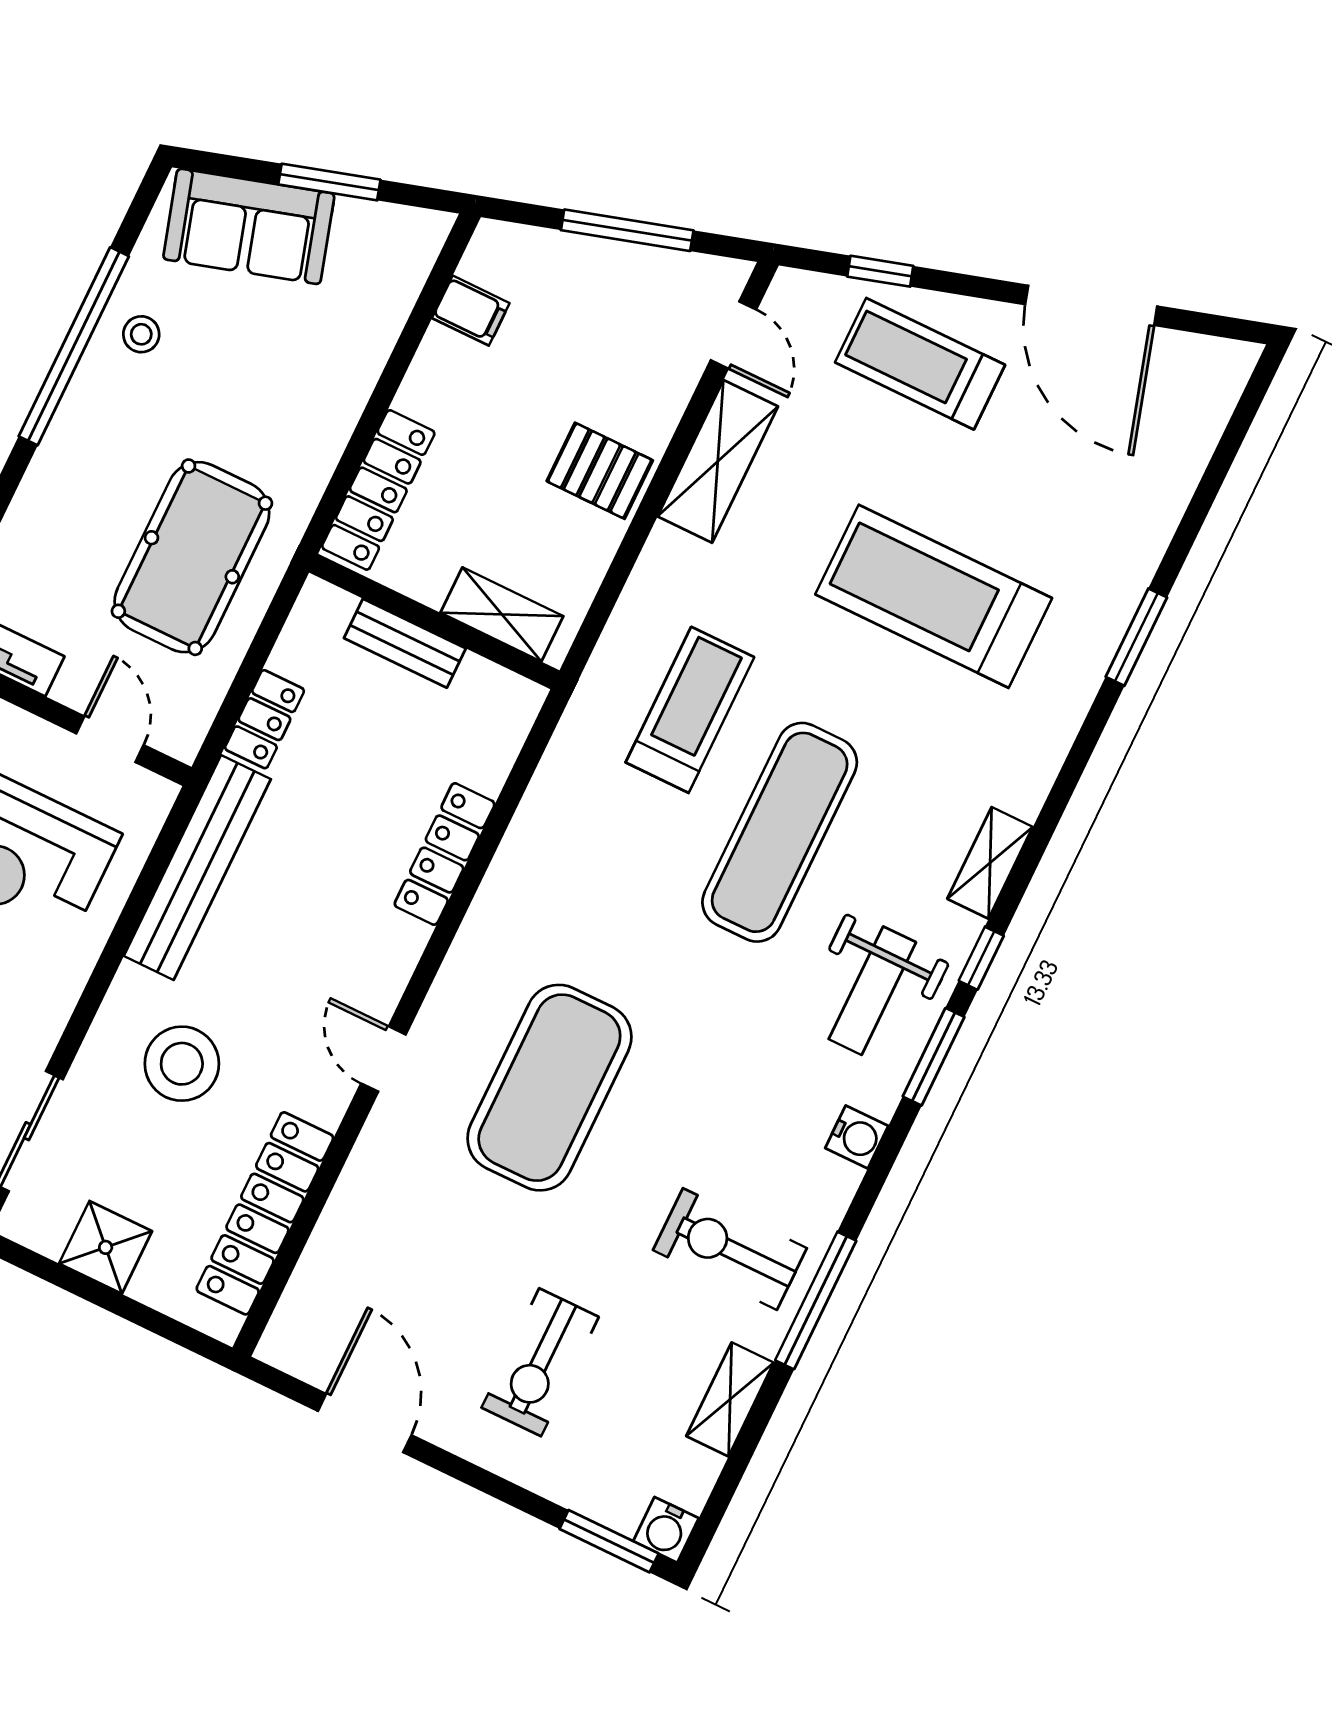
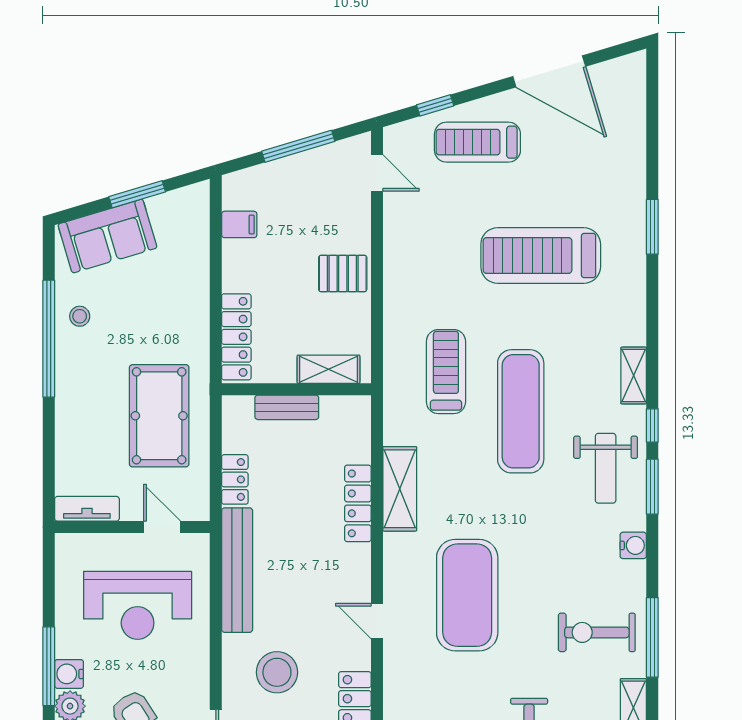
shelving: (718, 461) -> (400, 489), moved

